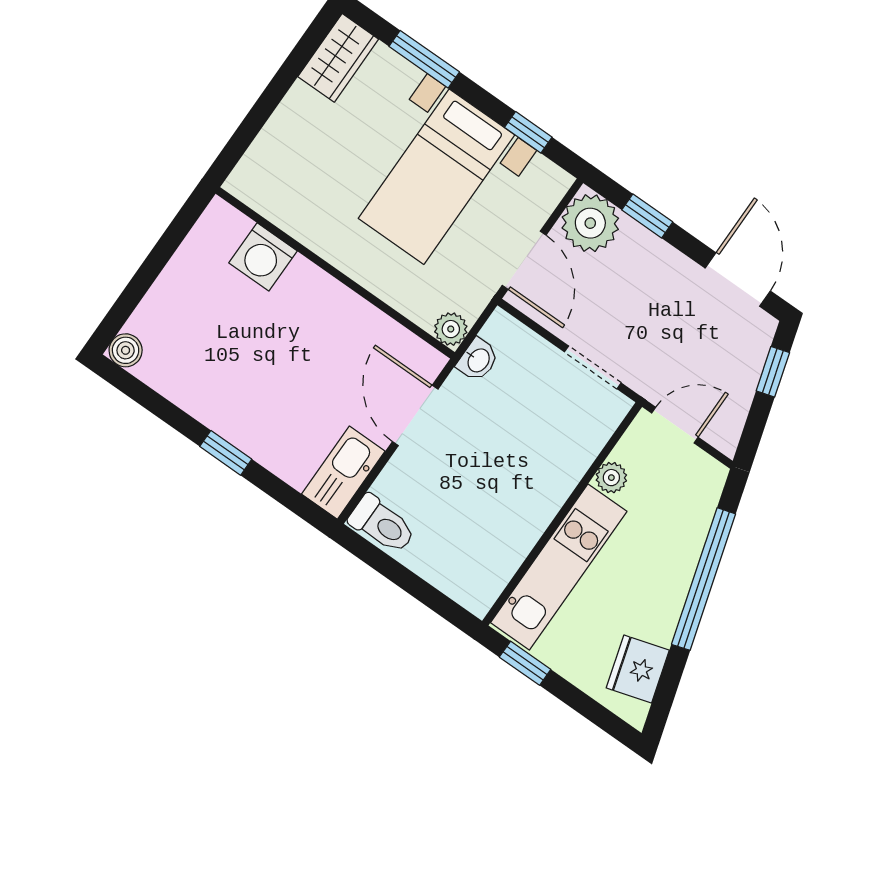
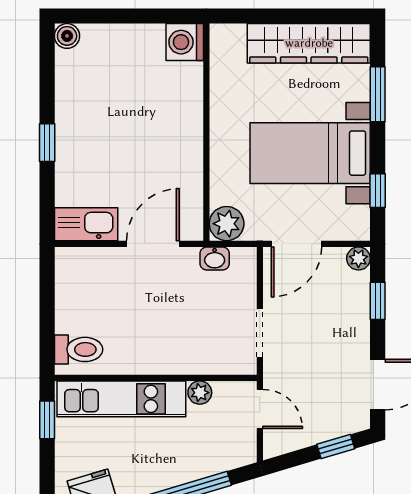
wardrobe: (338, 58) -> (309, 43), width x2.10, depth x1.17
plant: (590, 223) -> (358, 258), width x0.53, depth x0.53
washing machine: (263, 257) -> (185, 42), moved
plant: (451, 329) -> (227, 224), width x1.38, depth x1.38
toilet: (382, 524) -> (79, 349), moved, turned -90

